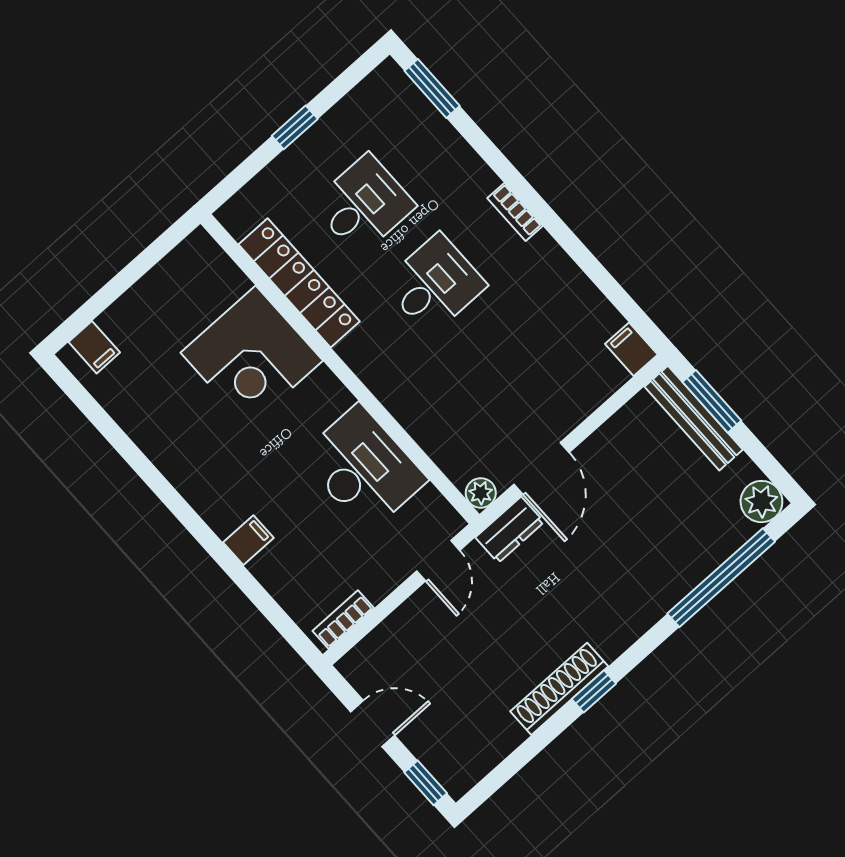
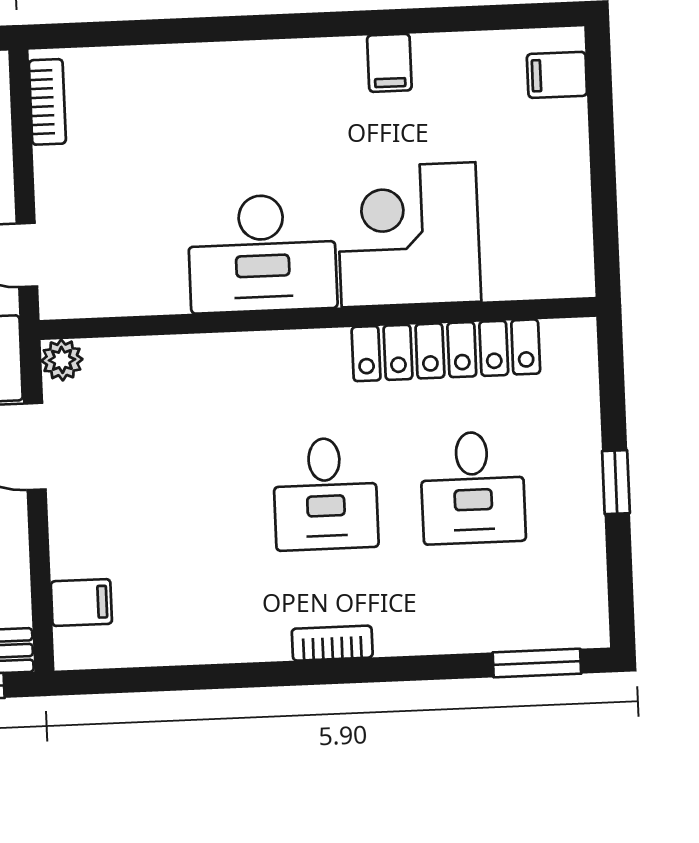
filing cabinet: (631, 349) -> (81, 603), moved
desk: (363, 468) -> (262, 253), moved
filing cabinet: (248, 540) -> (389, 63), moved

